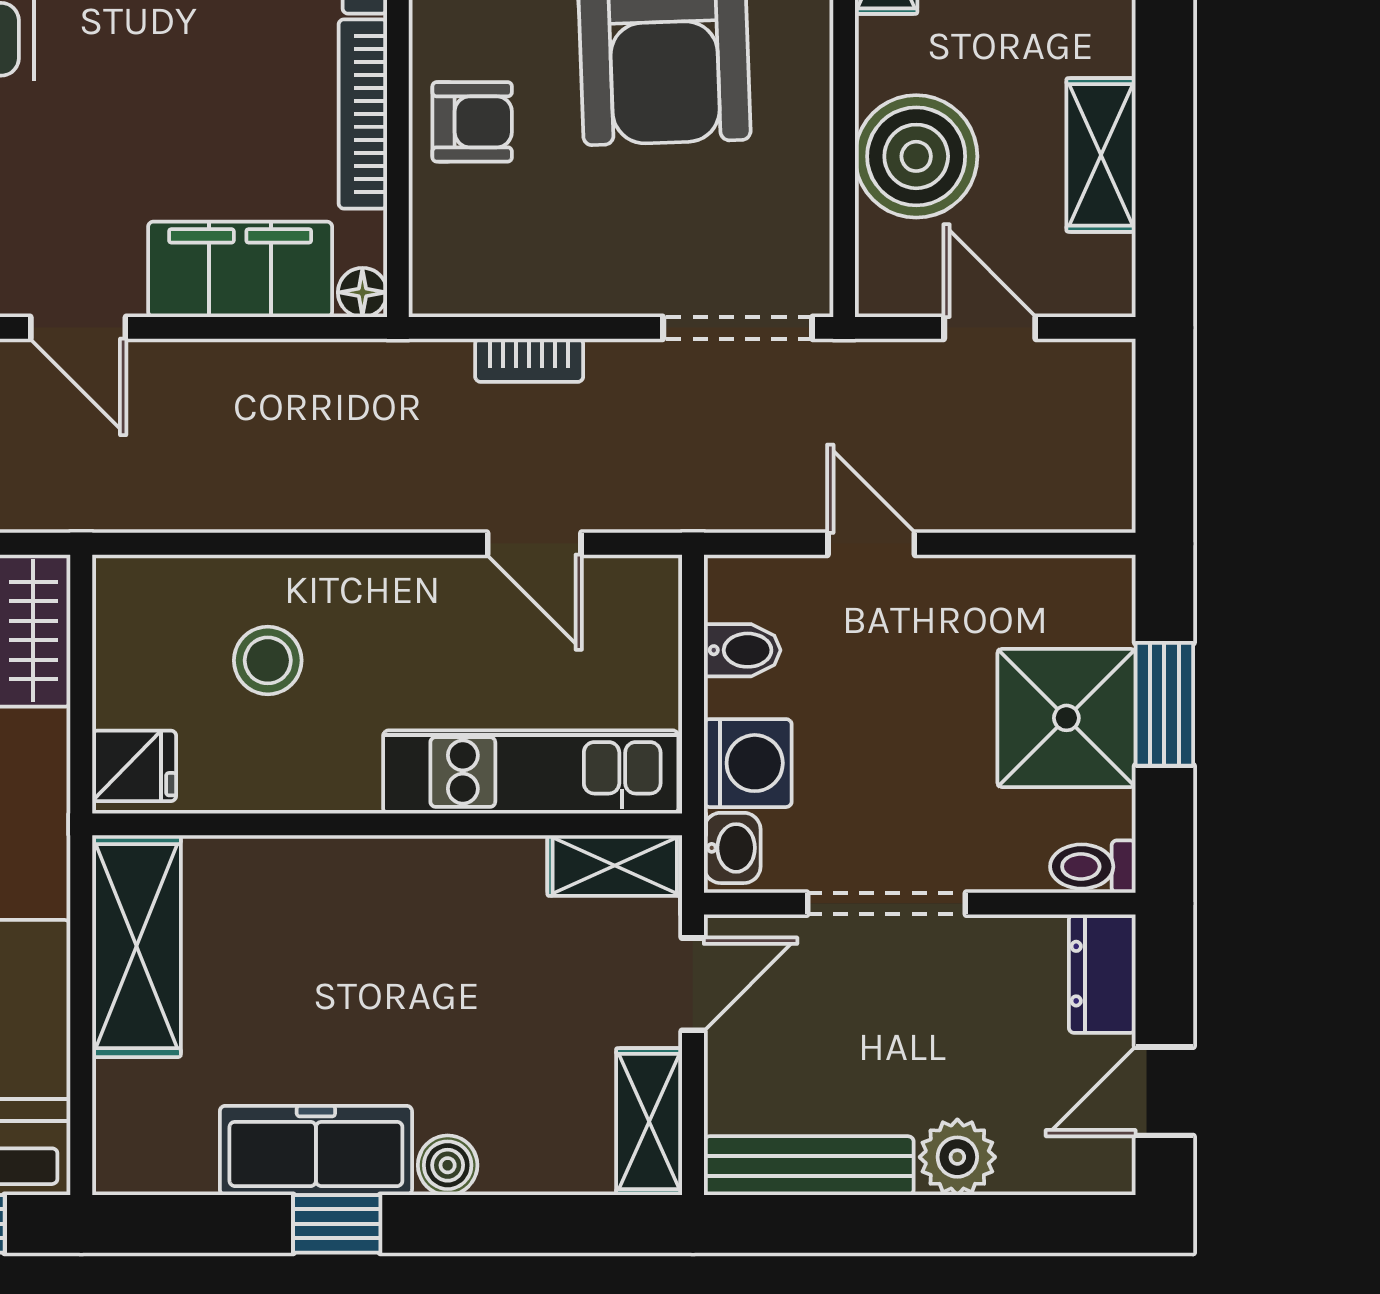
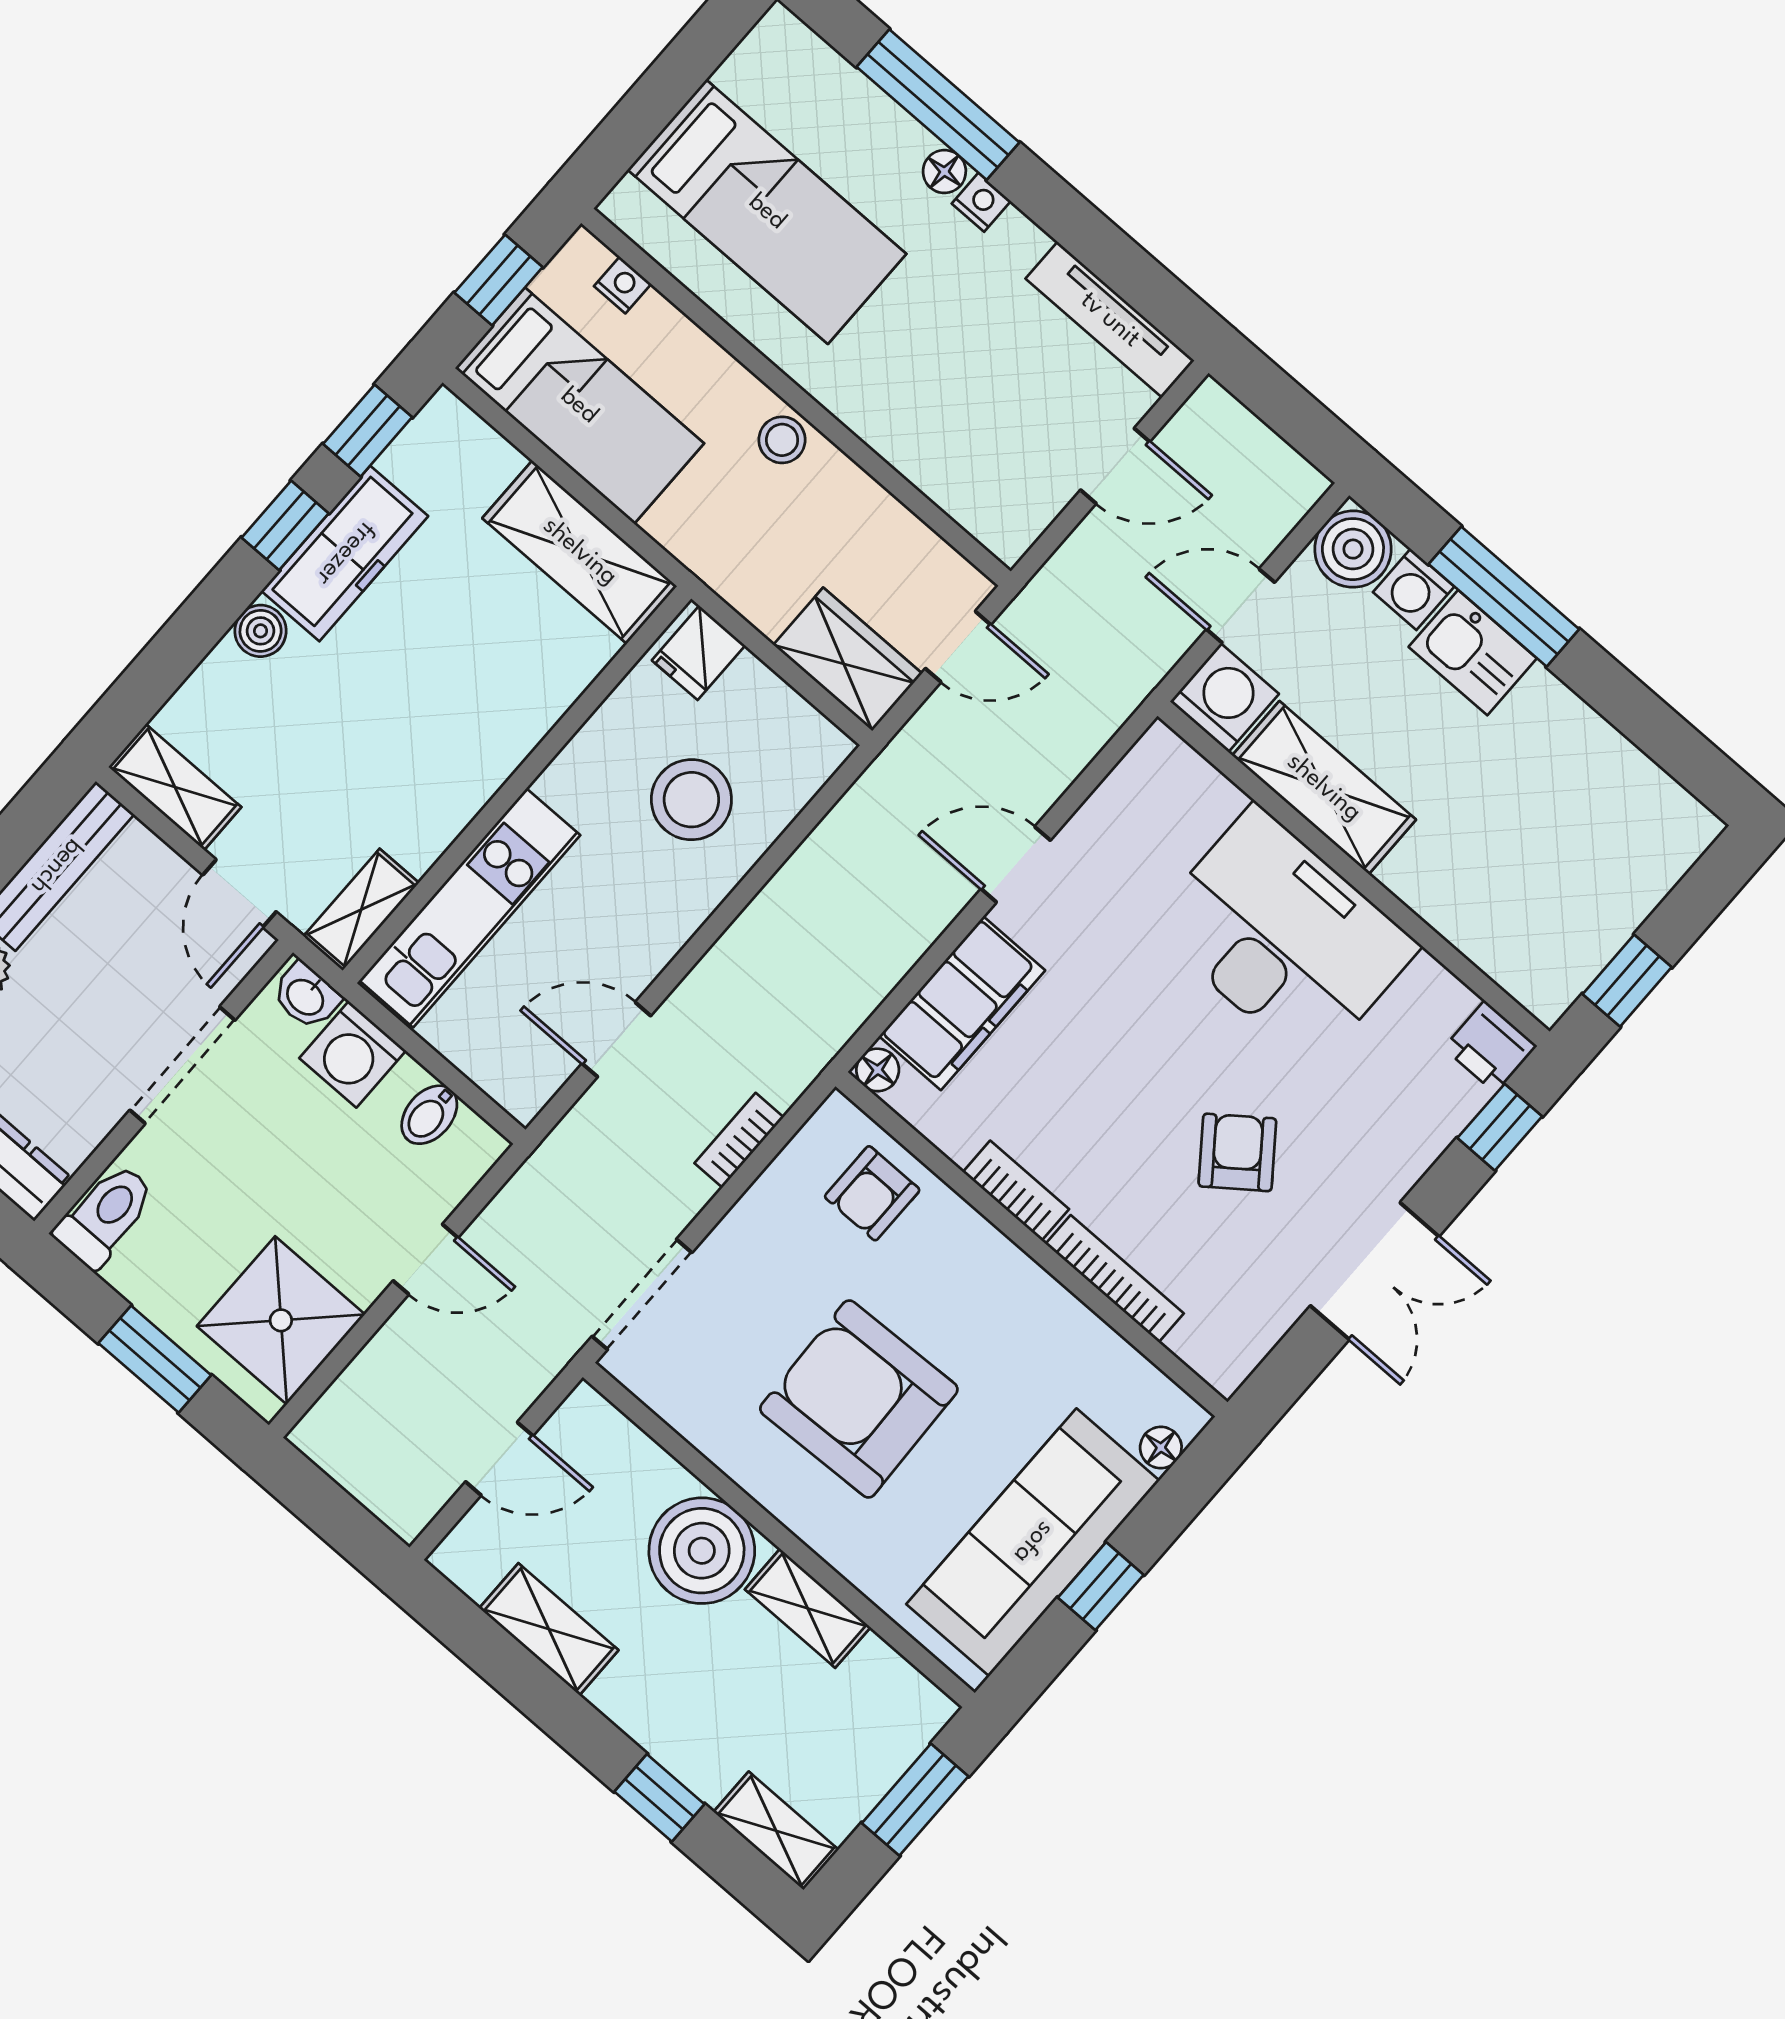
bookcase: (363, 114) -> (1016, 1191), width x0.64
armchair: (472, 122) -> (872, 1193), moved
boiler: (916, 156) -> (702, 1551), moved
stool: (268, 660) -> (691, 800), width x1.38, depth x1.38
shower: (1066, 718) -> (281, 1320), moved
toilet: (1093, 867) -> (105, 1215), width x1.37, depth x1.39
window: (191, 1224) -> (368, 431), added

